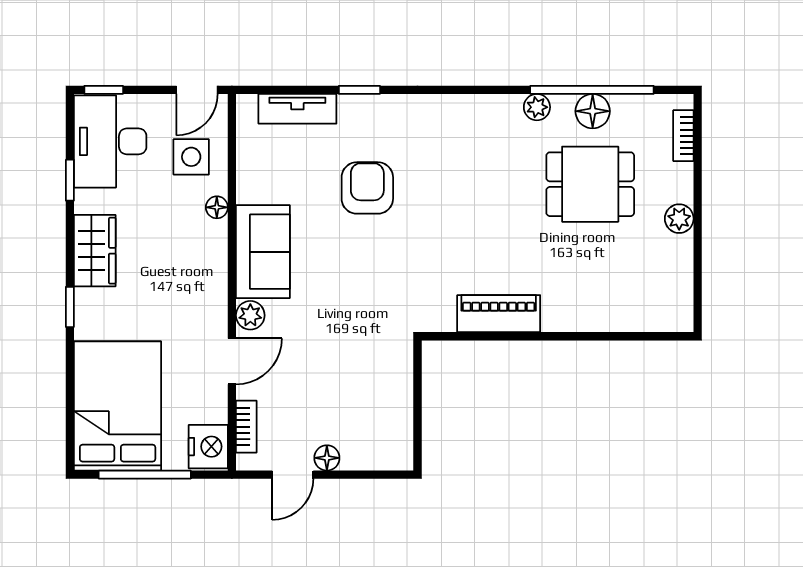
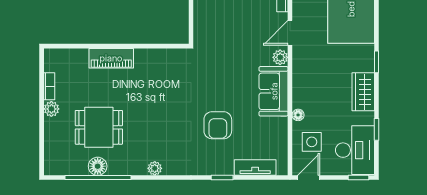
plant: (537, 107) -> (155, 168), moved
bookcase: (683, 136) -> (49, 86), moved
piano: (499, 314) -> (111, 58), moved

